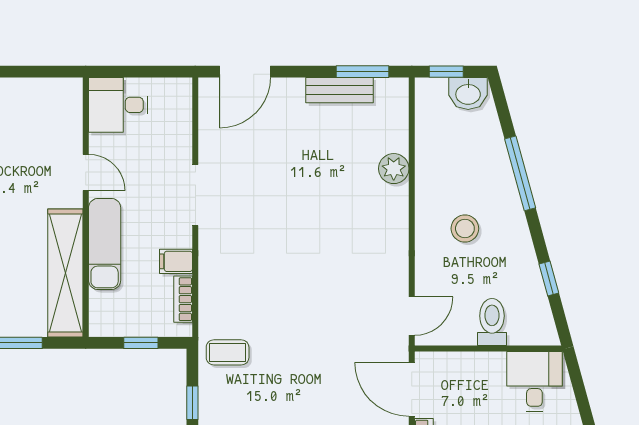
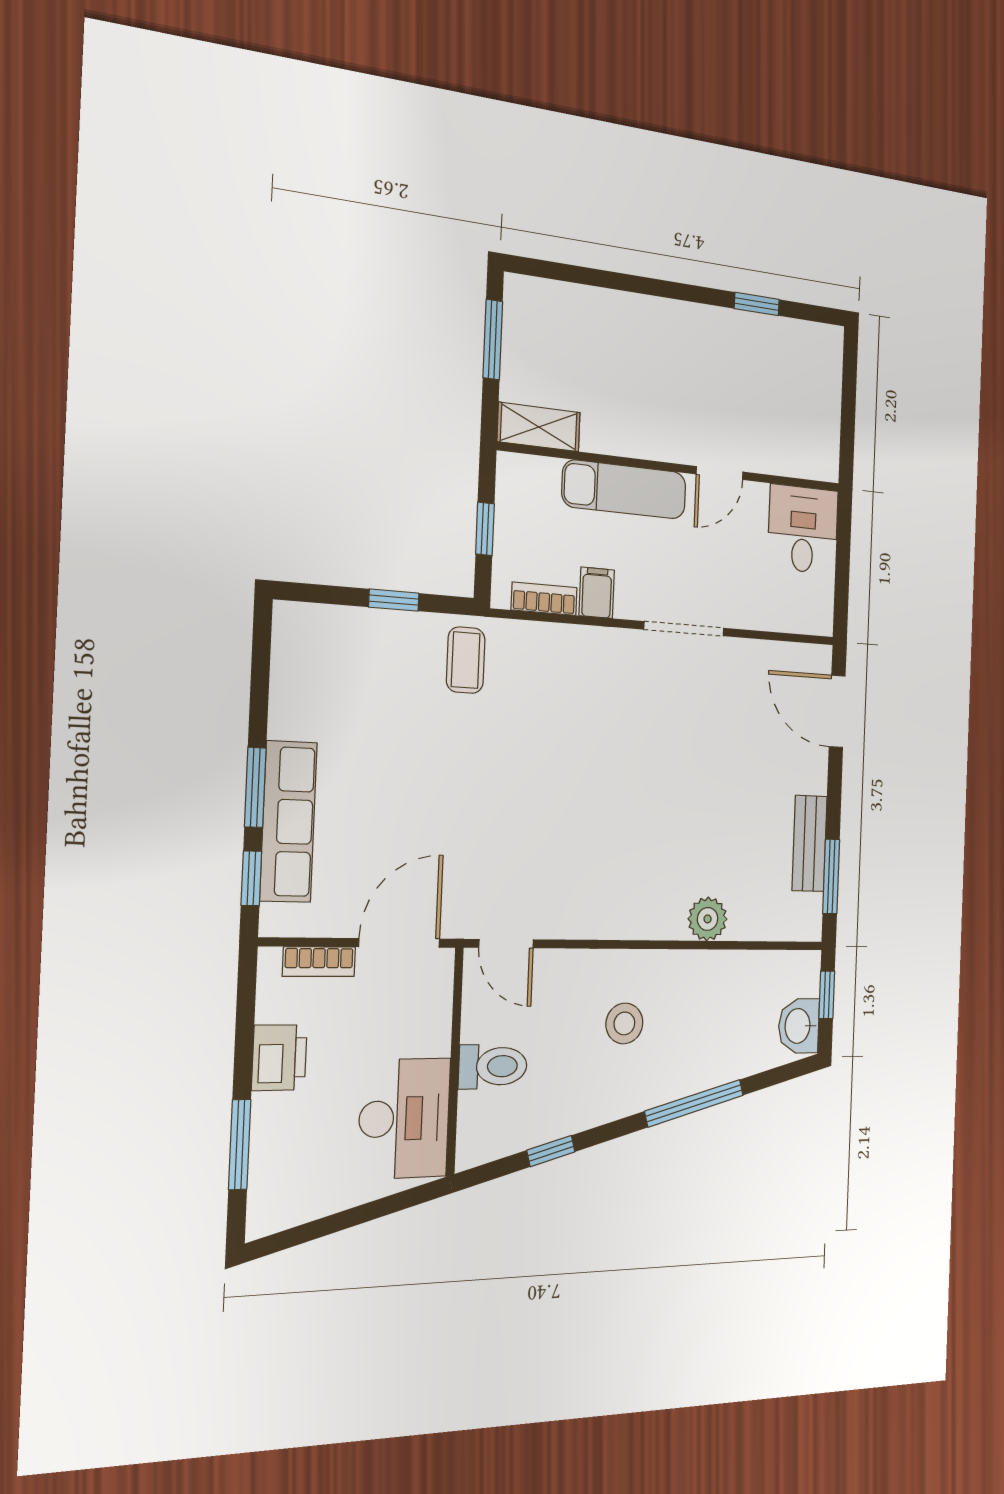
shelving: (65, 273) -> (539, 427), width x0.45, depth x0.75
desk: (534, 381) -> (404, 1118), width x1.37

